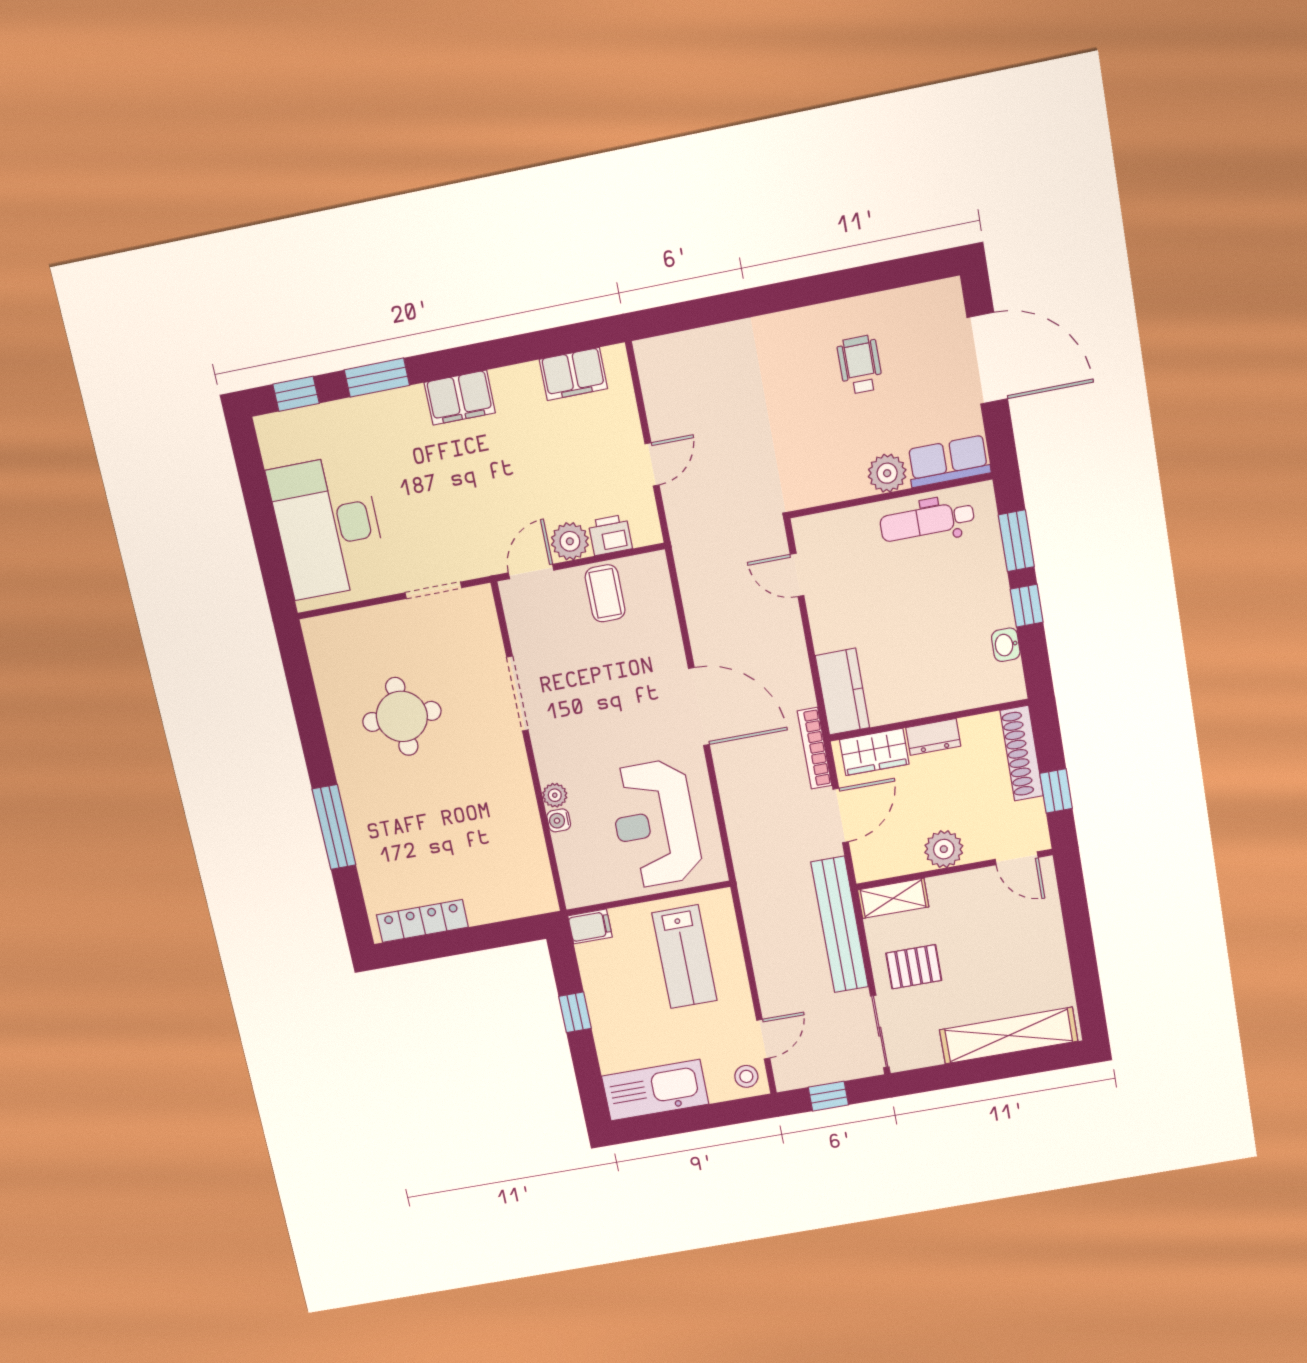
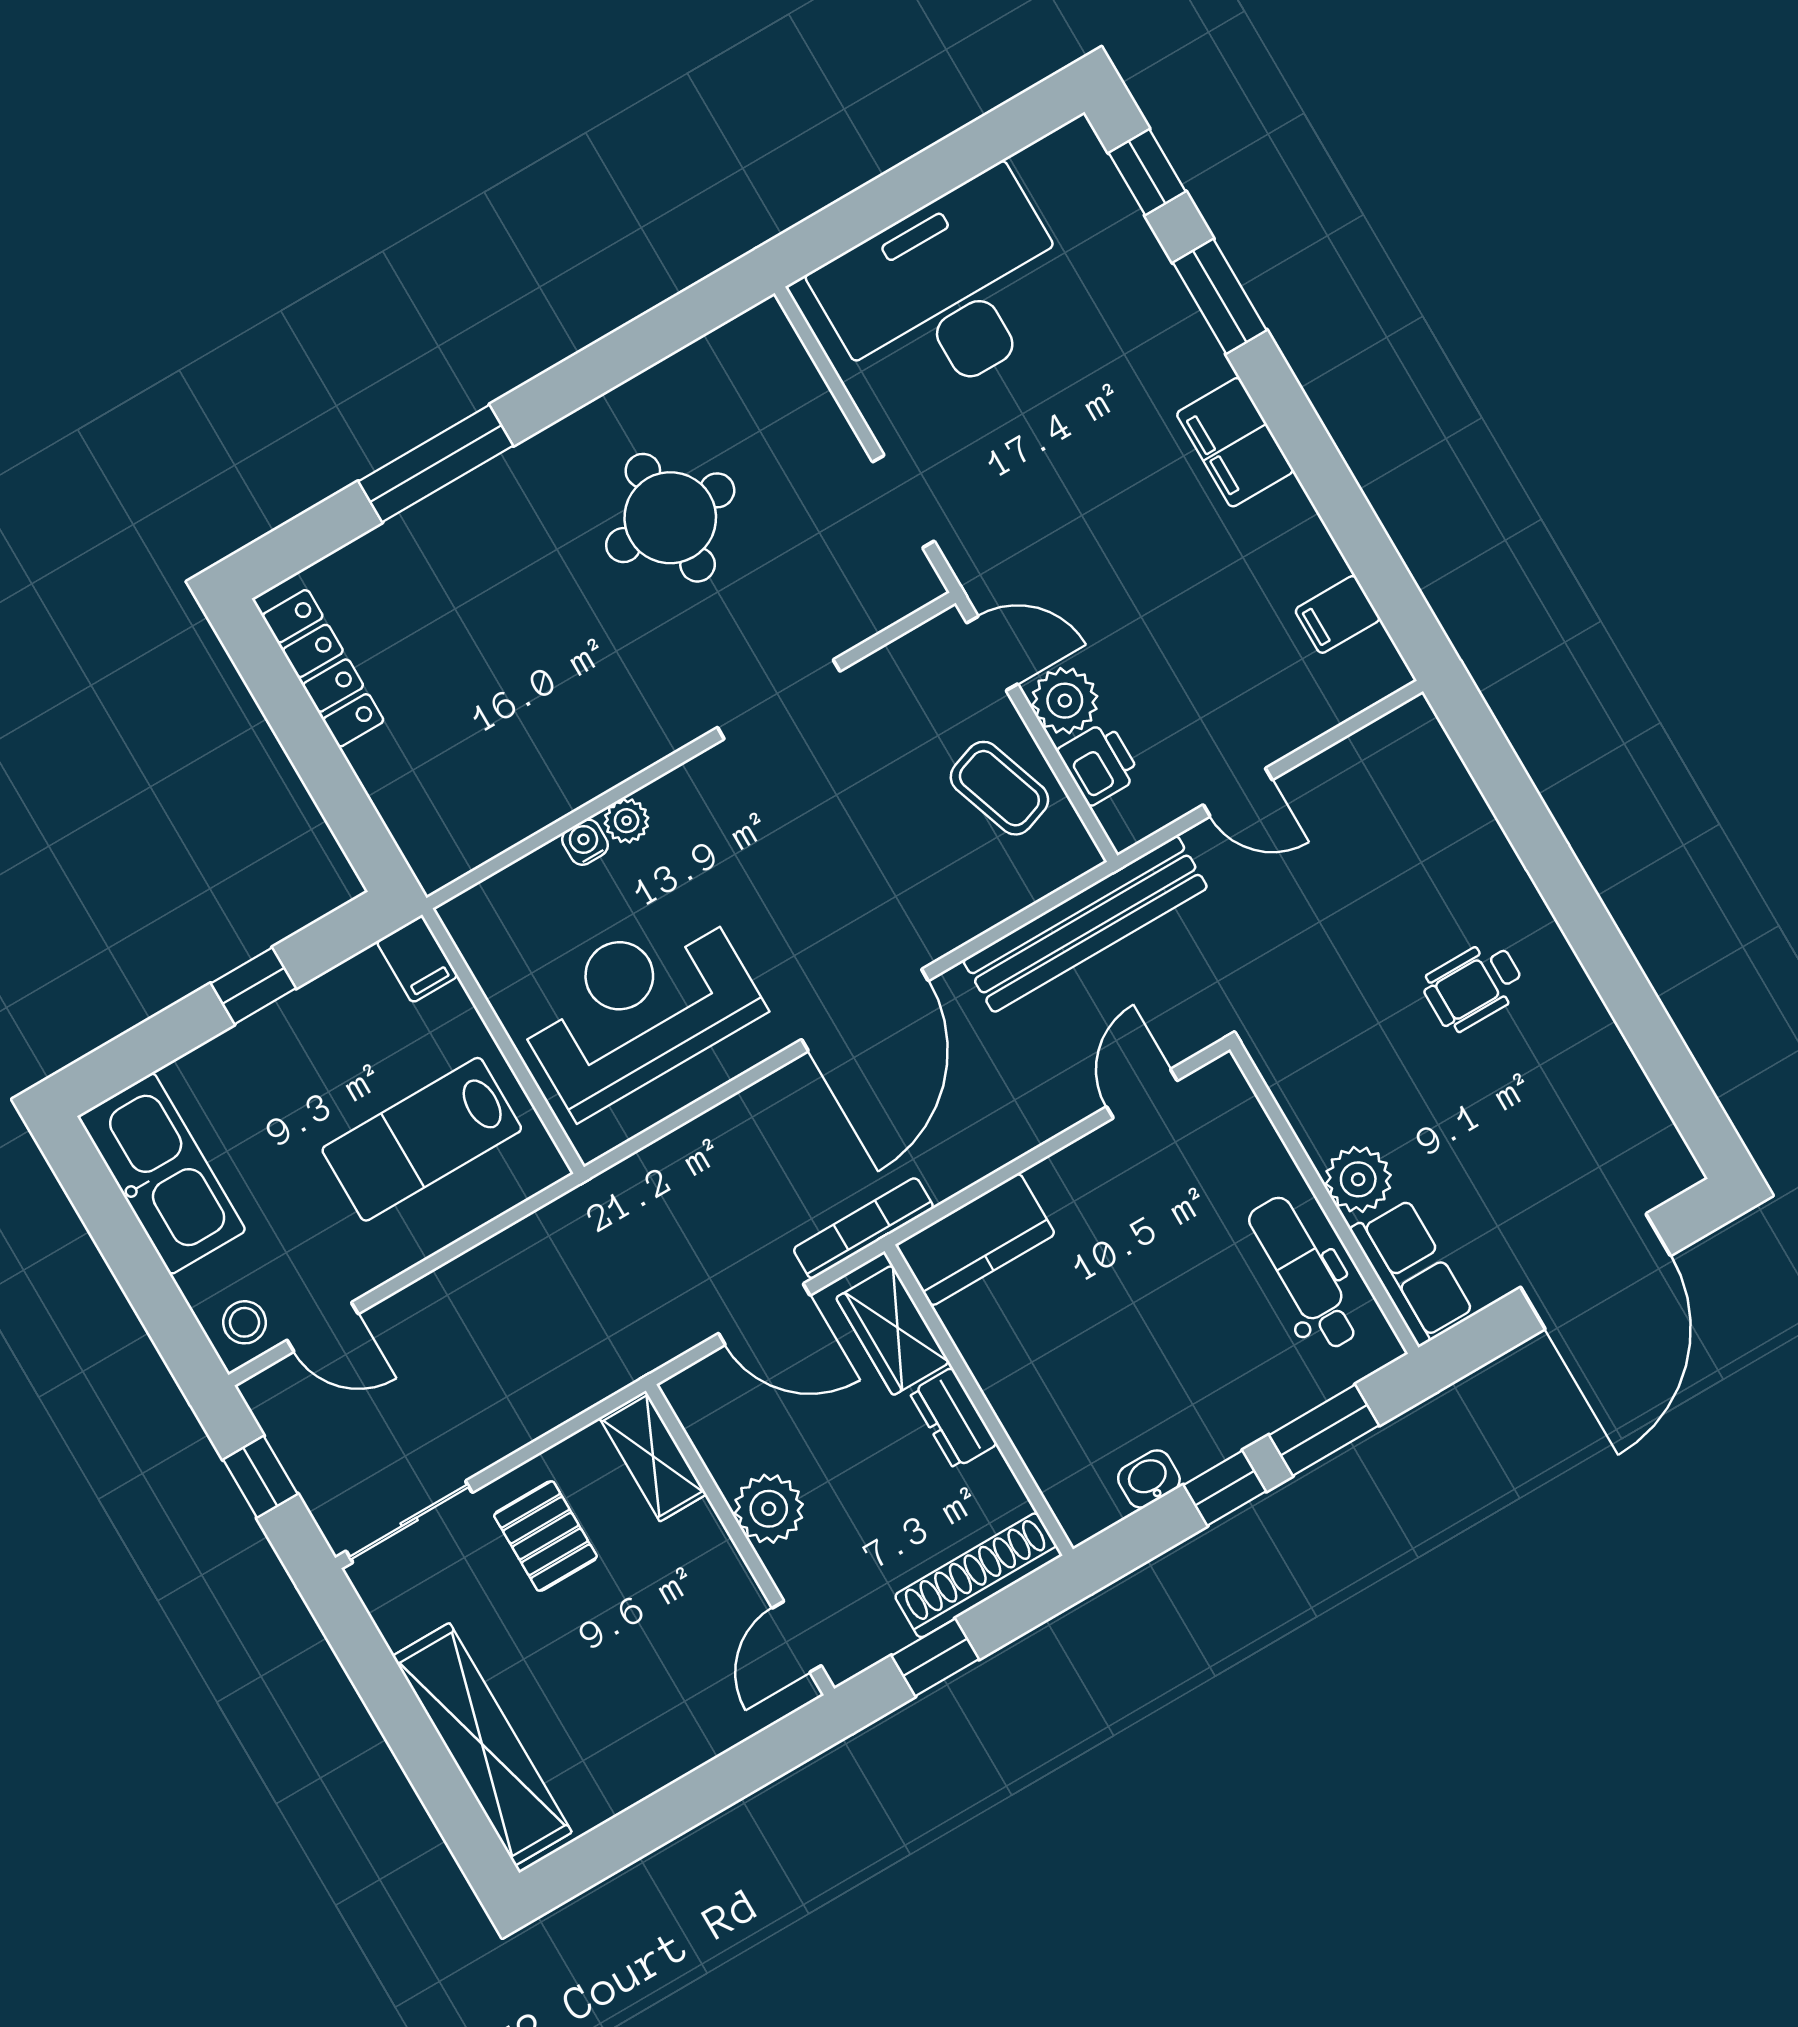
wheelchair: (860, 365) -> (1474, 986), moved, turned 180
filing cabinet: (573, 374) -> (1338, 614), width x0.50
coffee table: (605, 593) -> (999, 788), turned 71
bench: (840, 925) -> (1085, 924), moved

